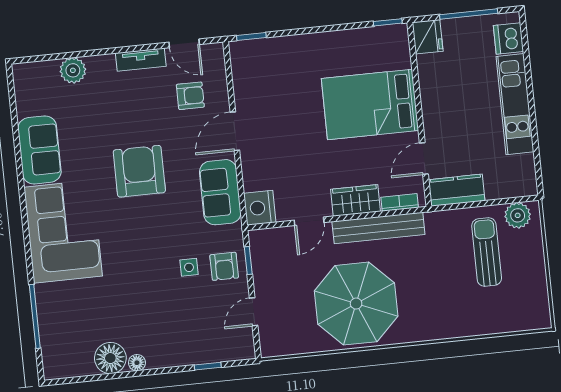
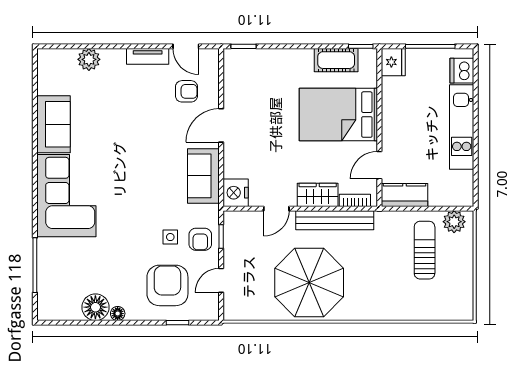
cot: (361, 41) -> (336, 60), added
armchair: (139, 171) -> (167, 285), moved

